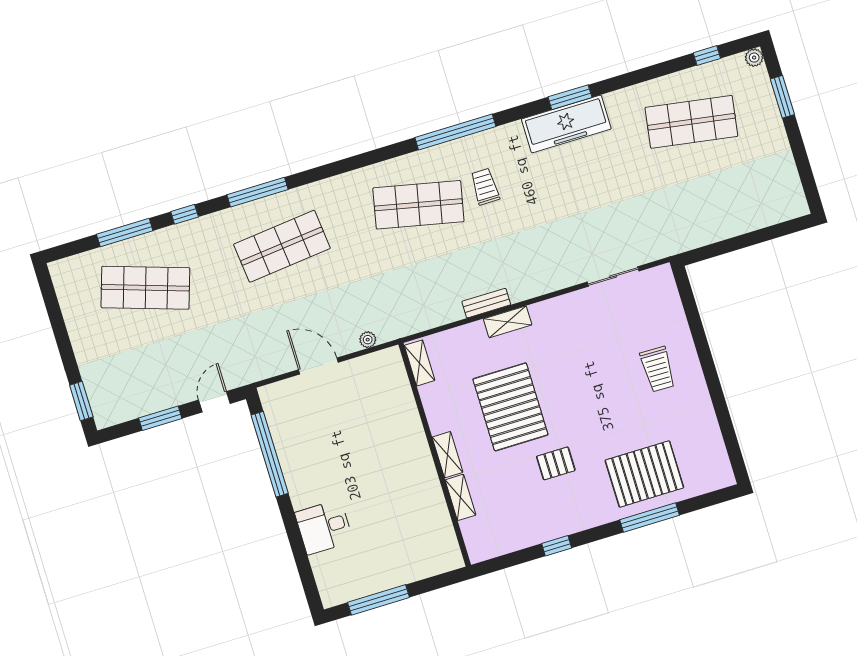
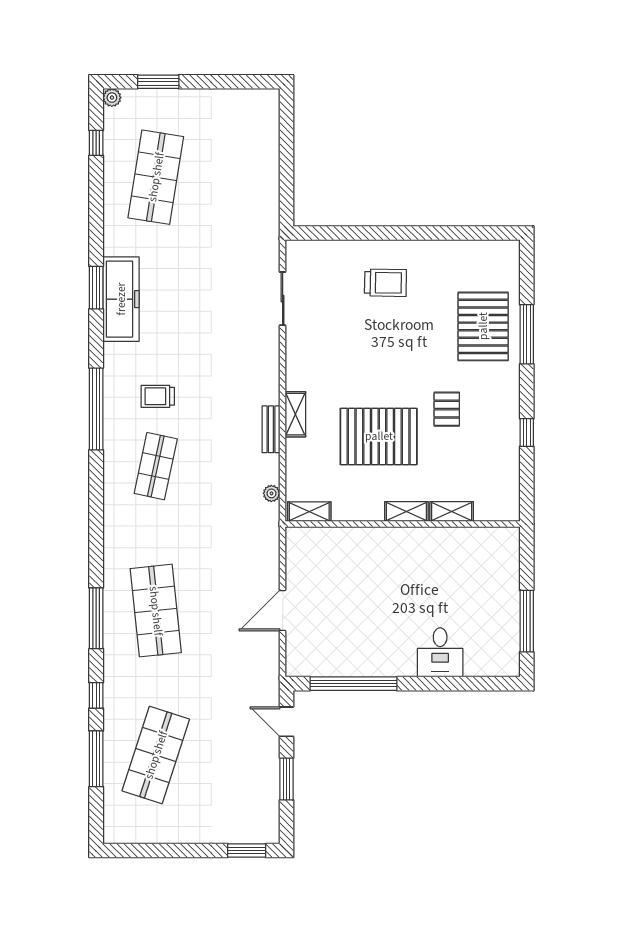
shop shelf: (418, 205) -> (156, 466), width x0.70, depth x0.74
plant: (368, 340) -> (271, 493), moved

